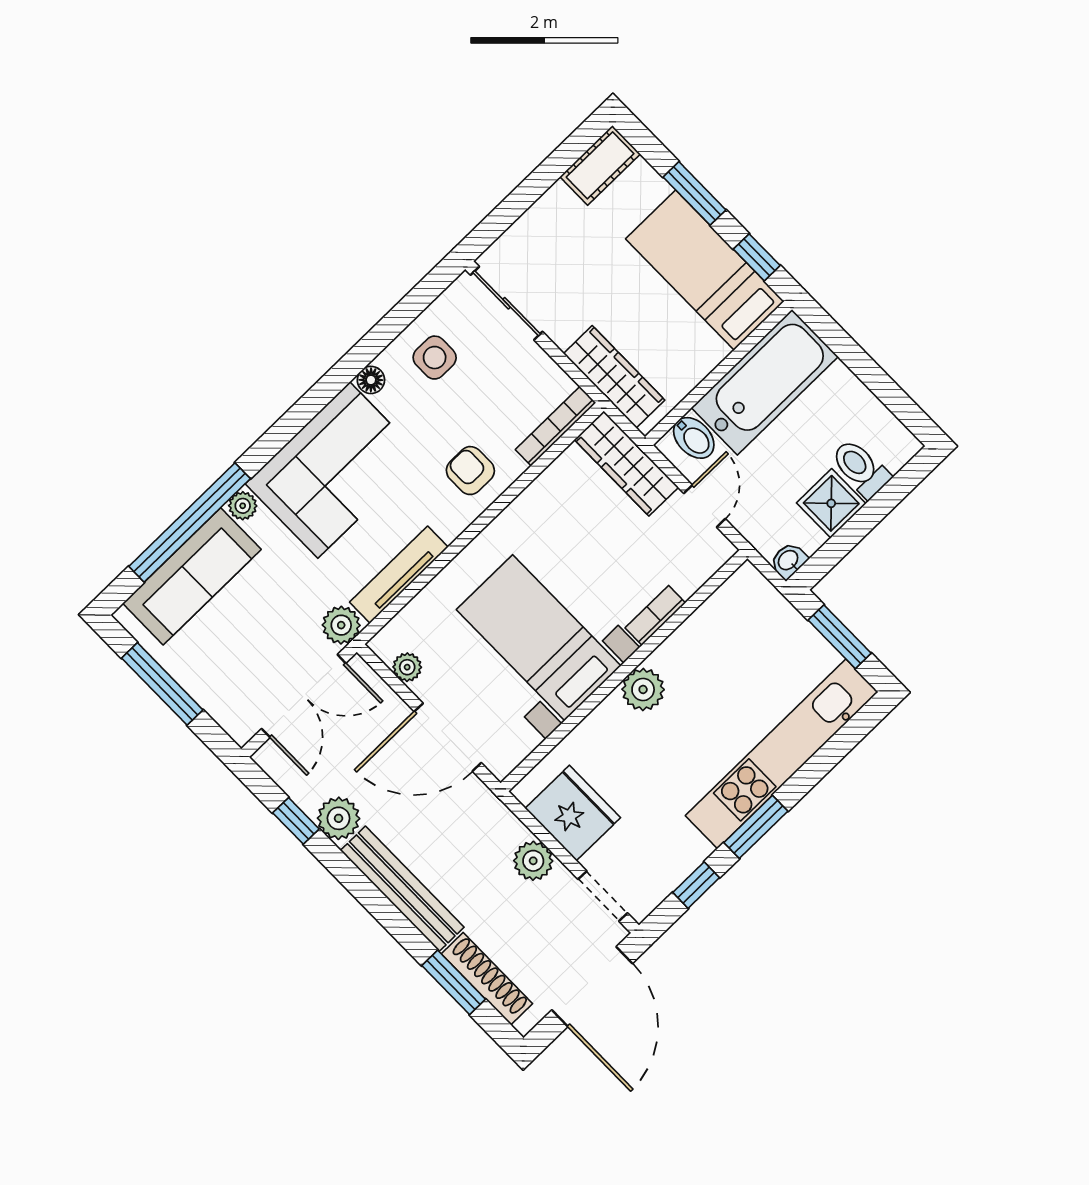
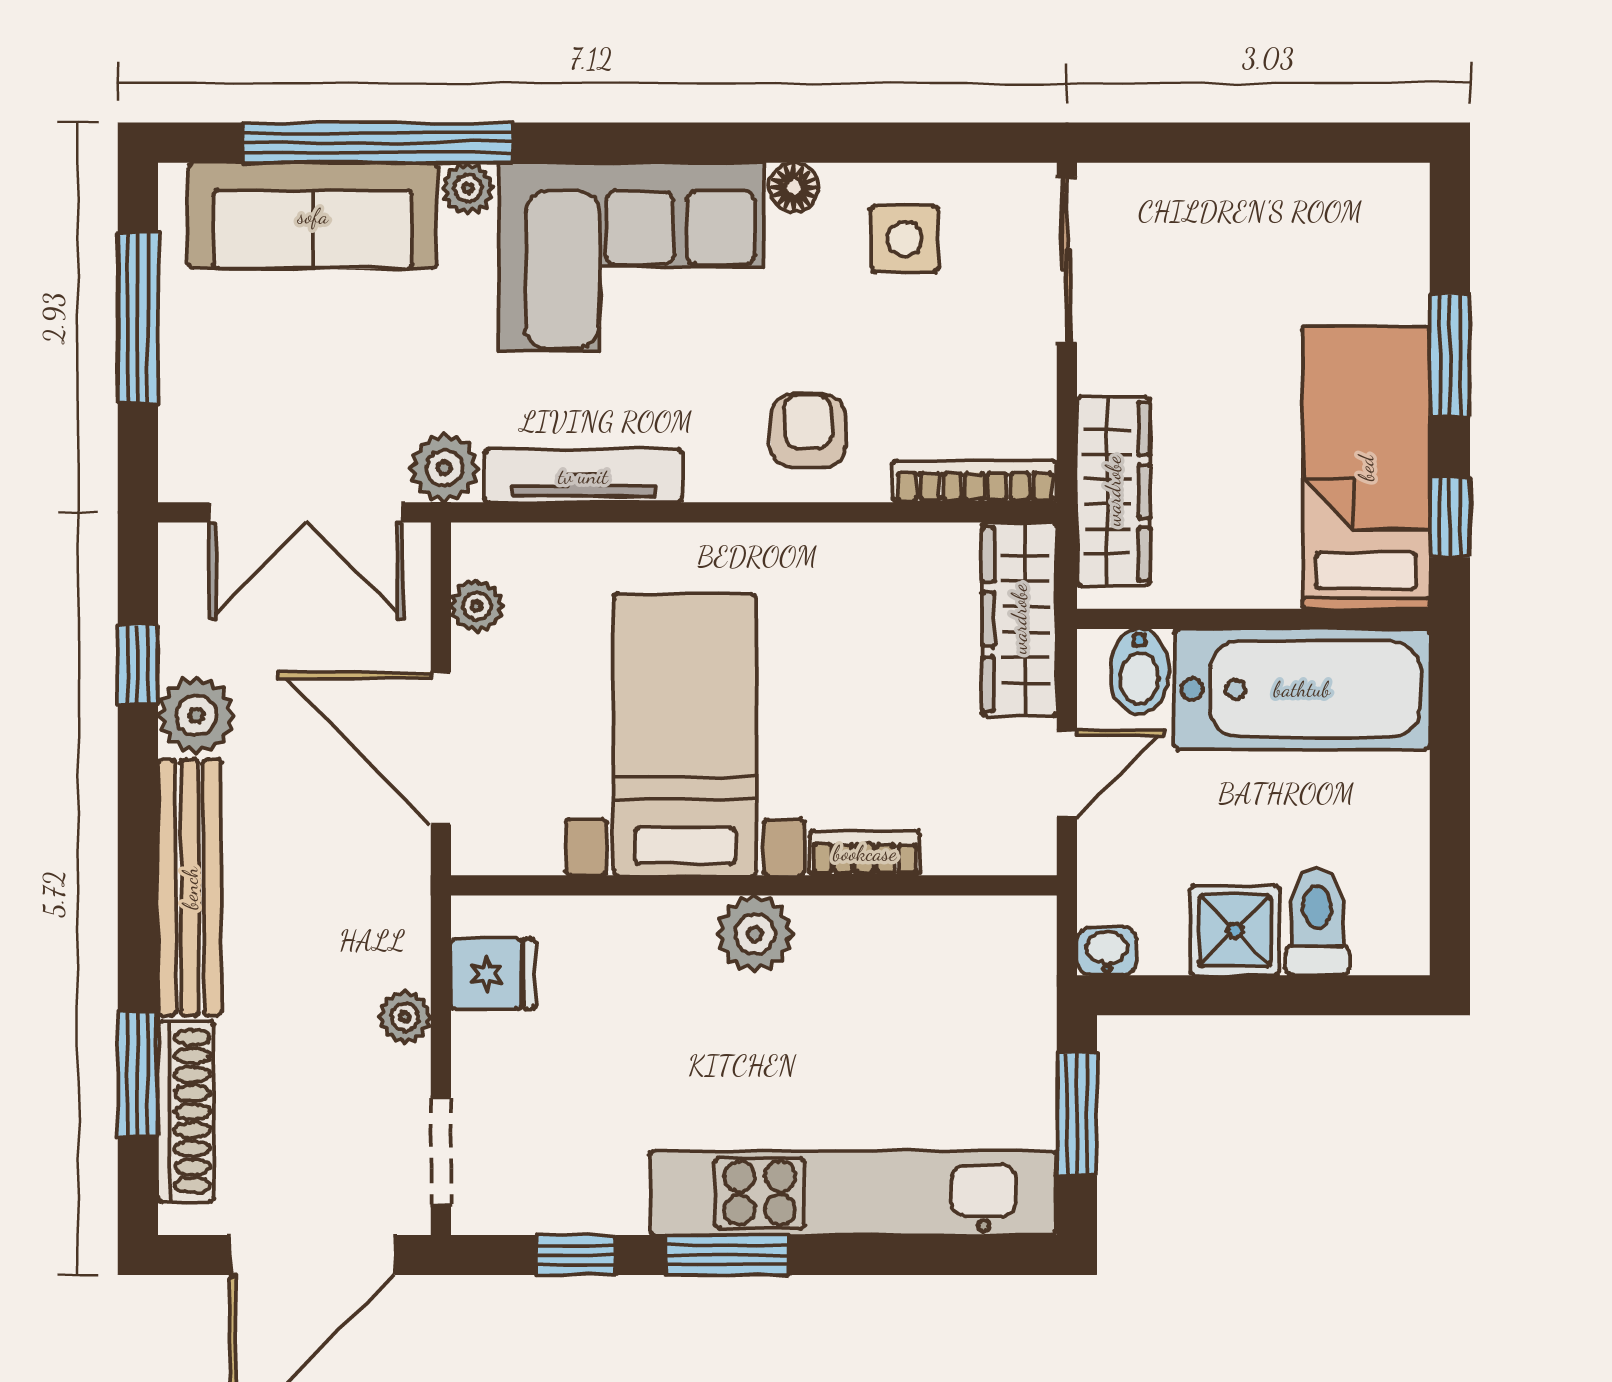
cot: (600, 165) -> (1363, 199), removed
fridge: (573, 813) -> (493, 974), width x0.53, depth x0.75
plant: (533, 861) -> (405, 1017), width x0.73, depth x0.73

